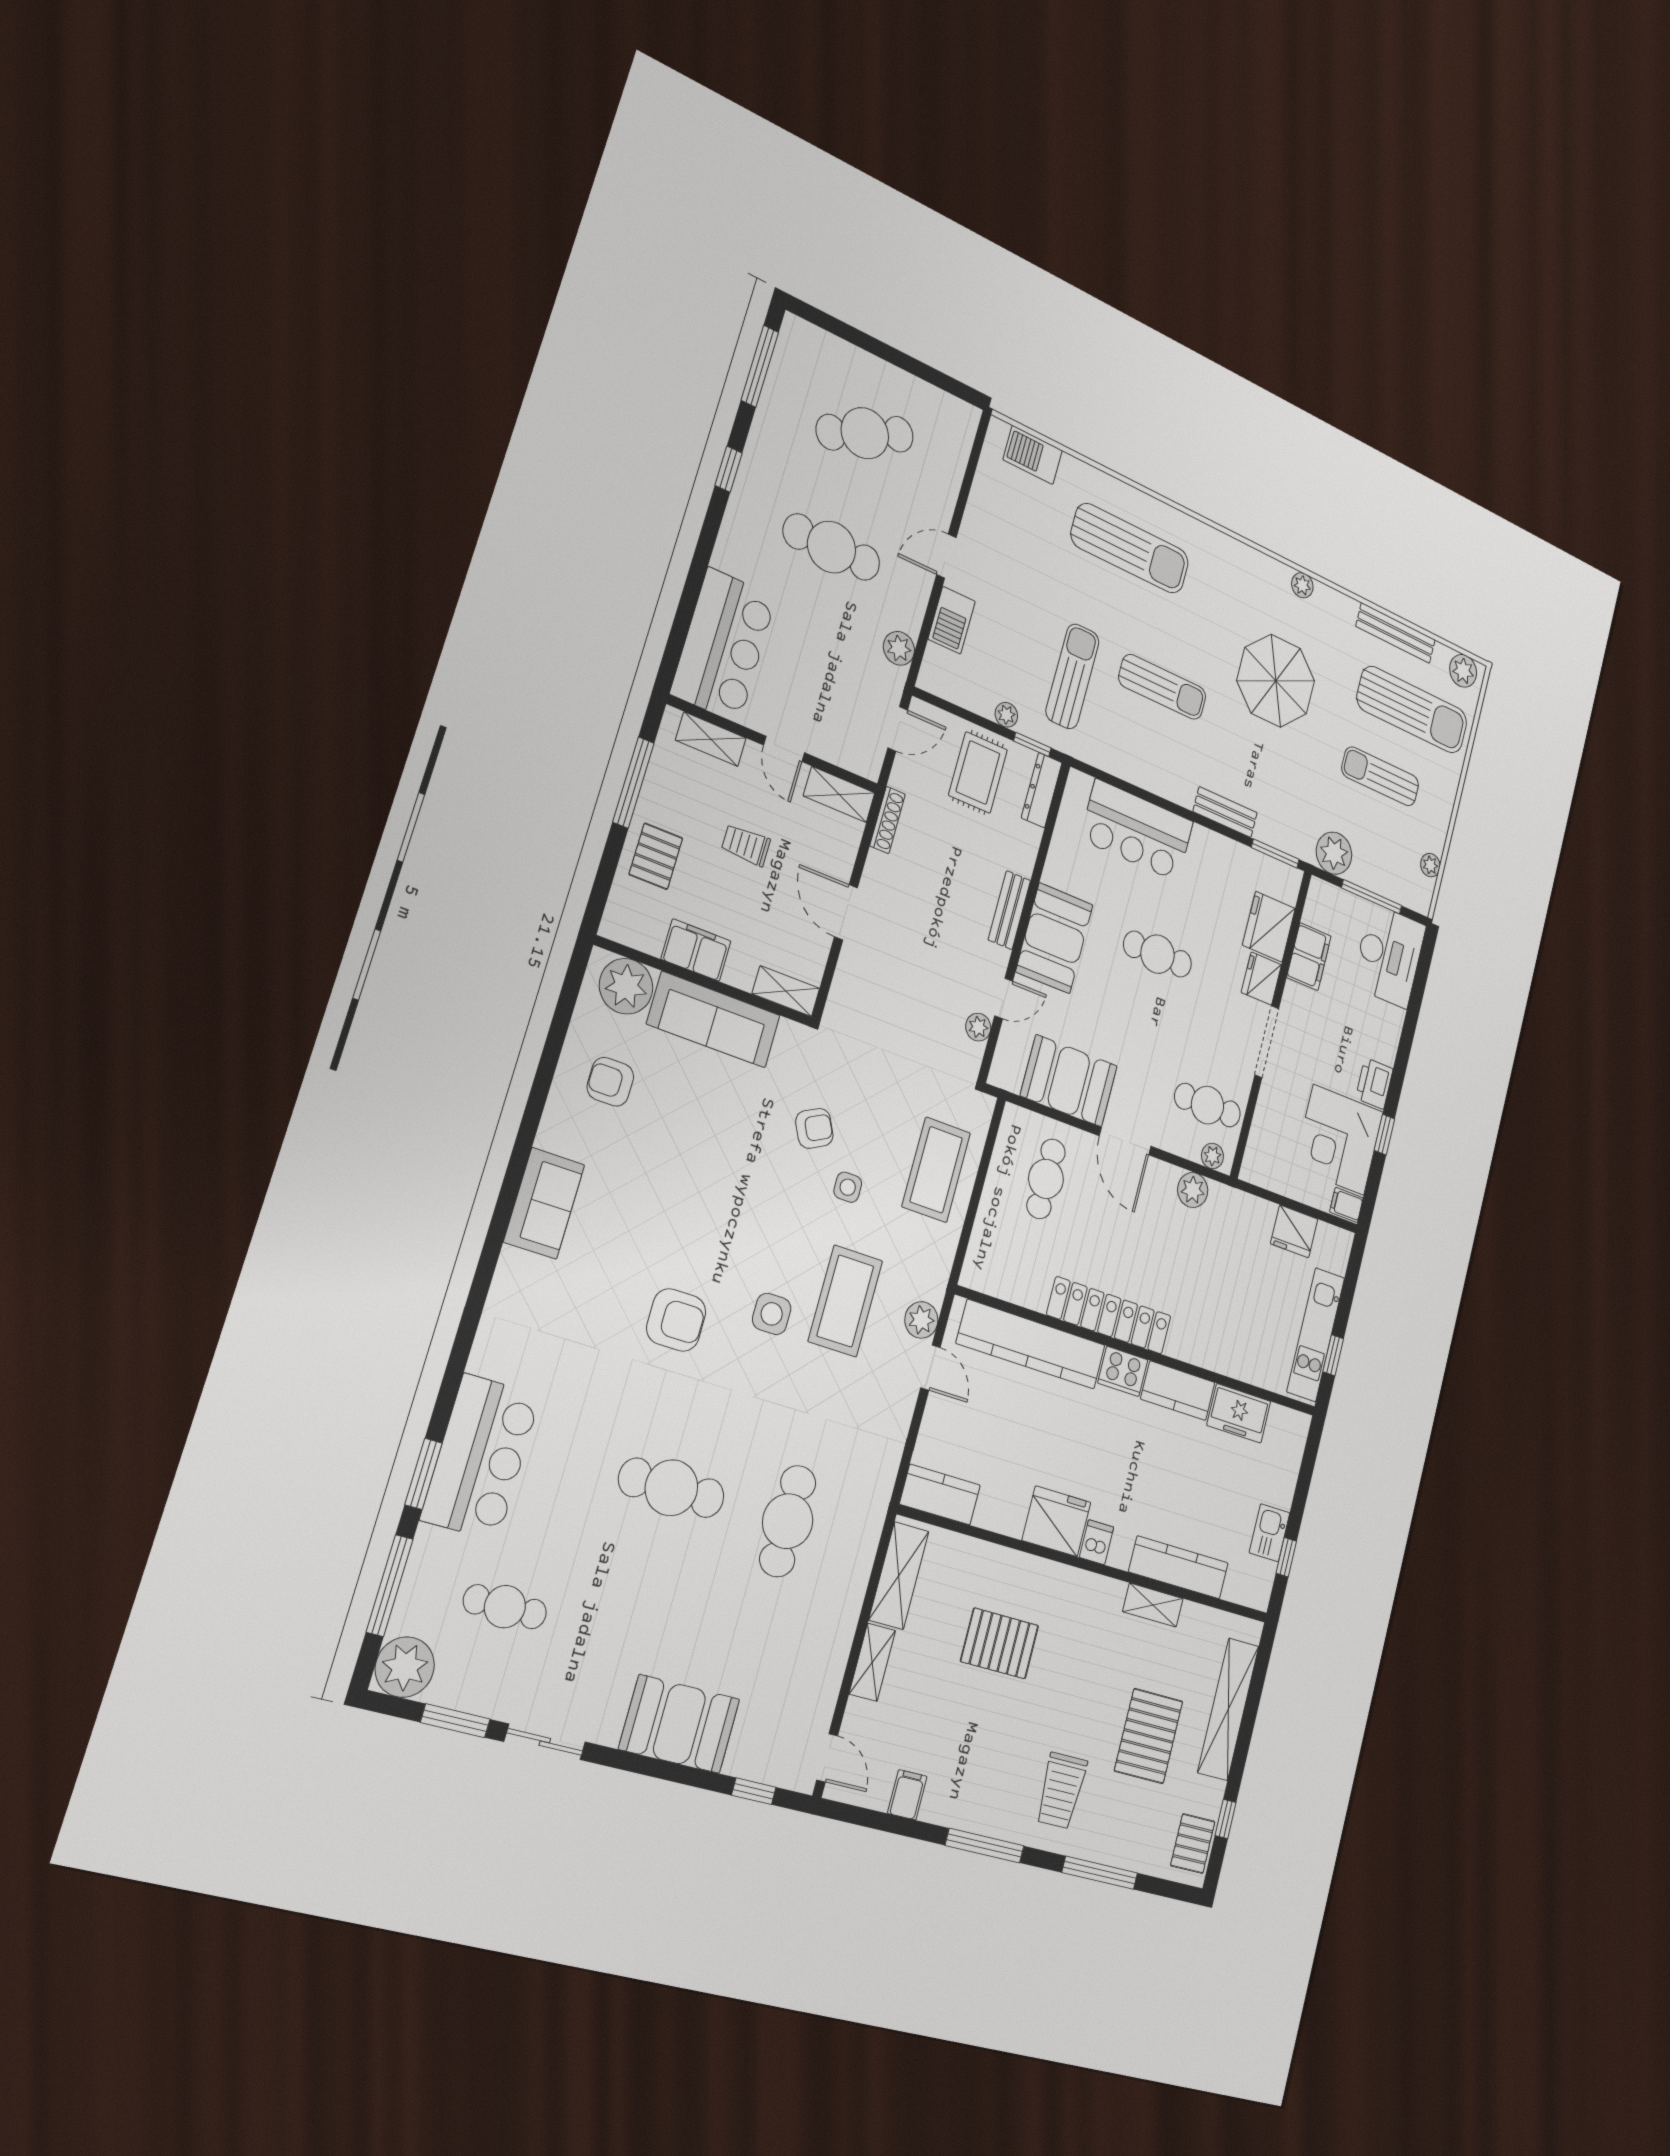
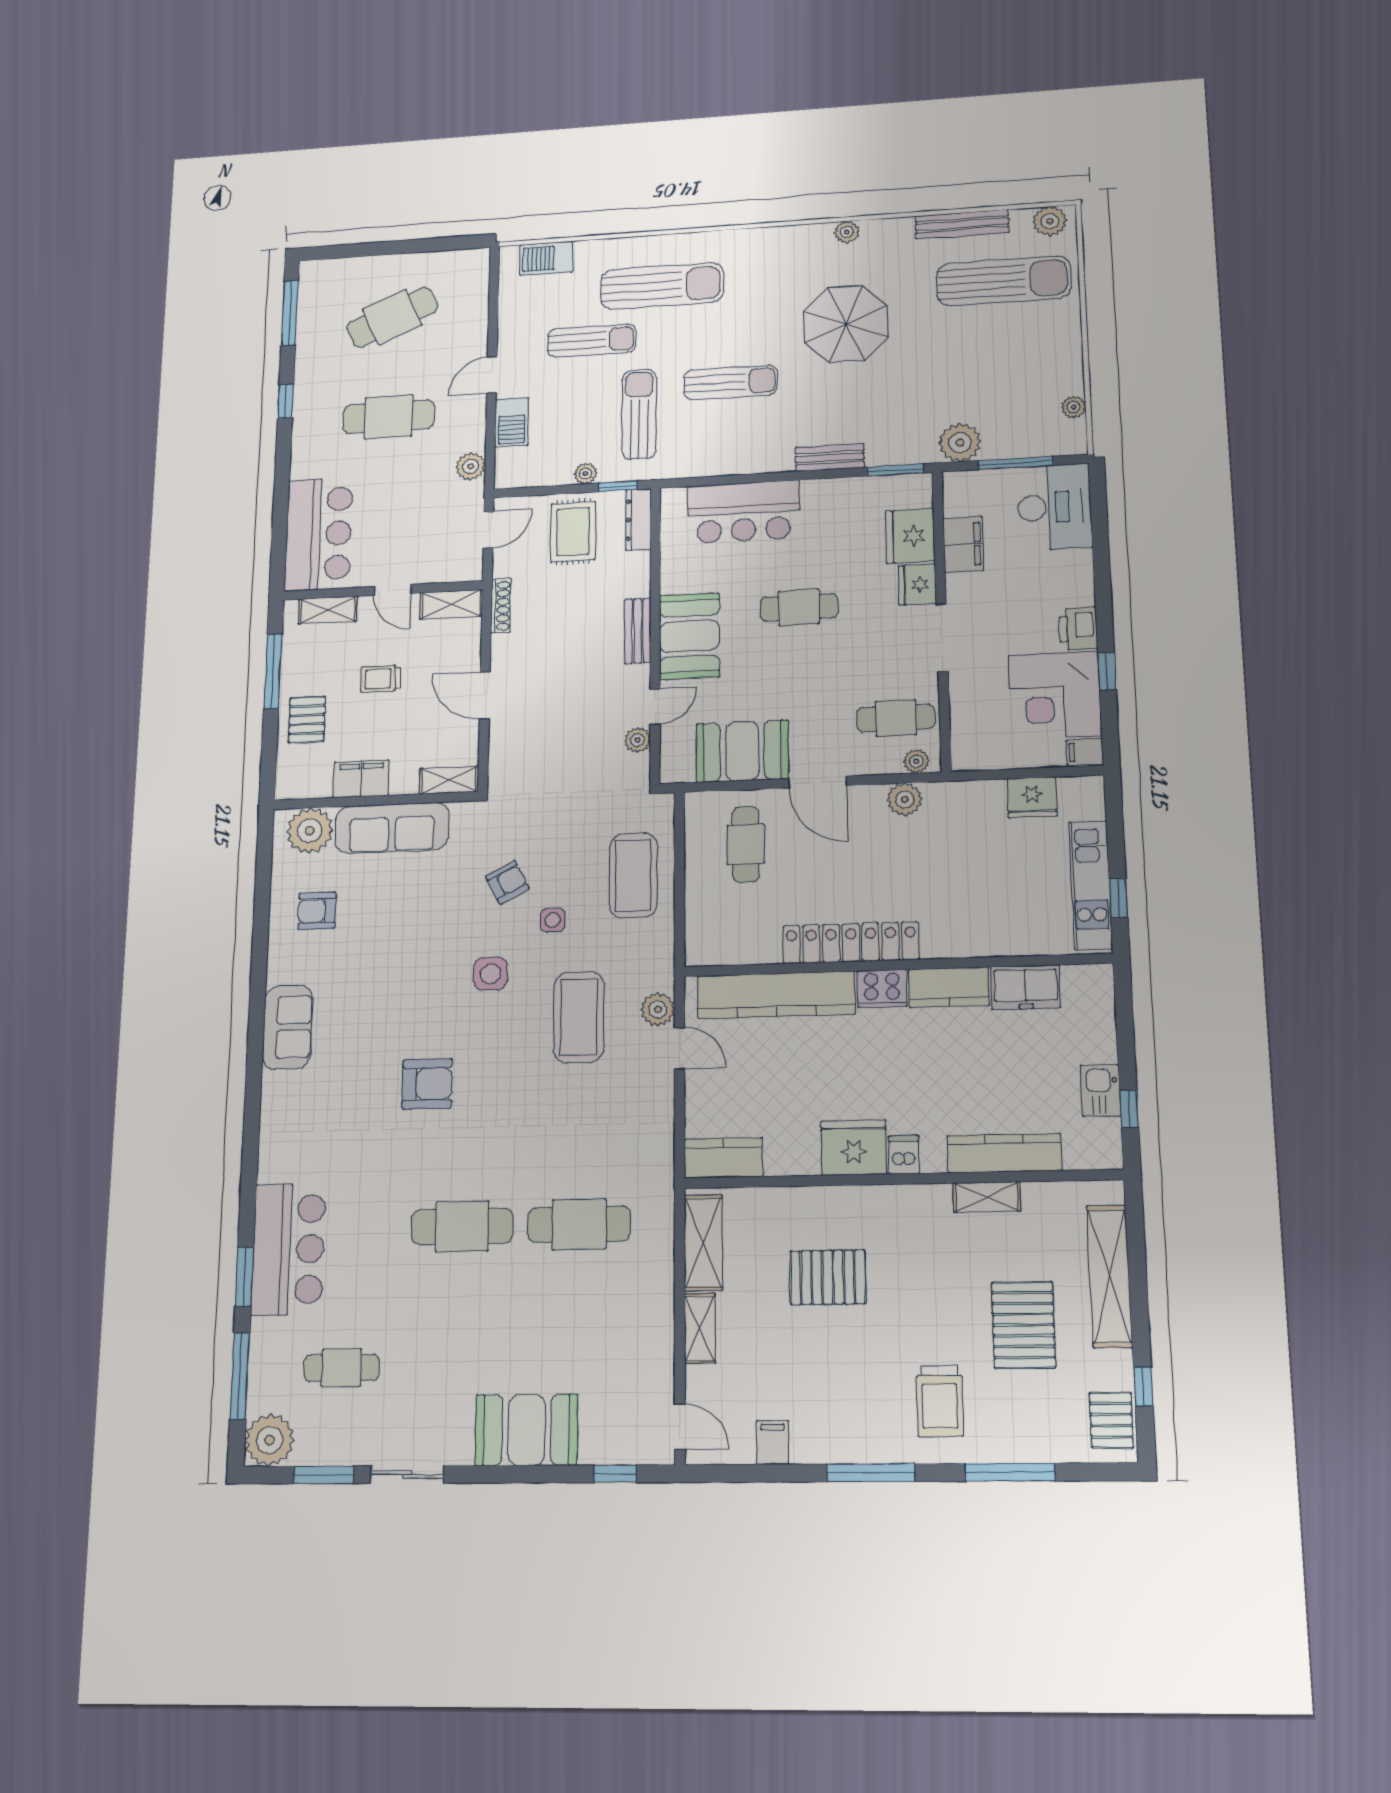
sun lounger: (1380, 776) -> (592, 341), moved, turned 180
side table: (772, 1314) -> (490, 974), moved
cafe table: (788, 1521) -> (579, 1224), turned 90

